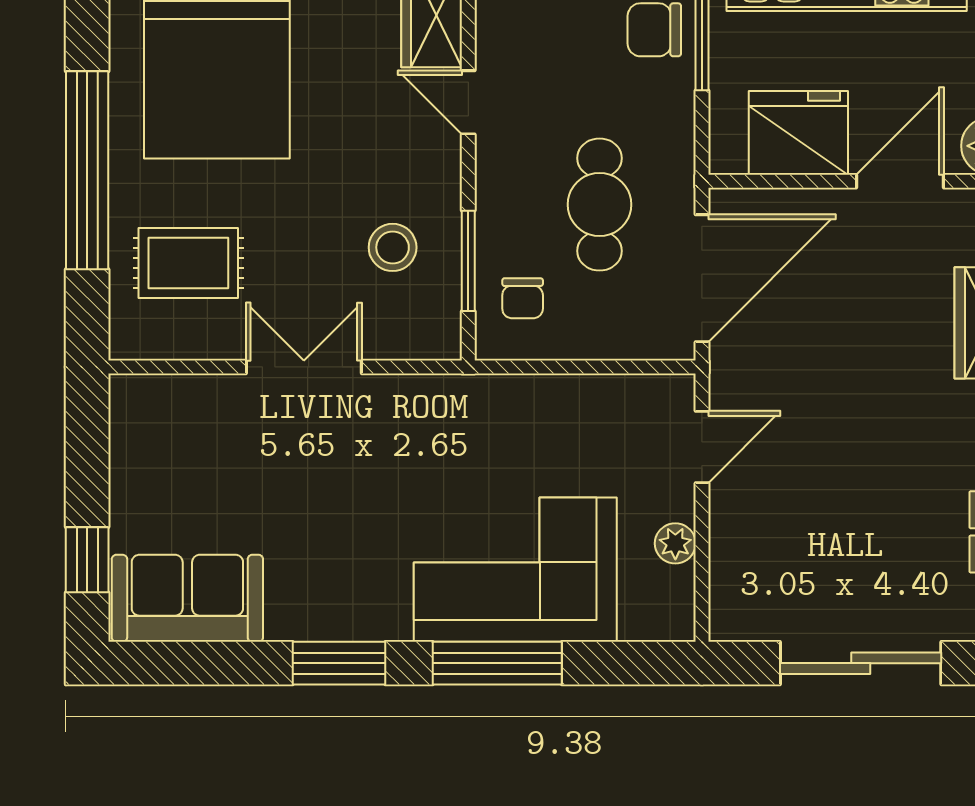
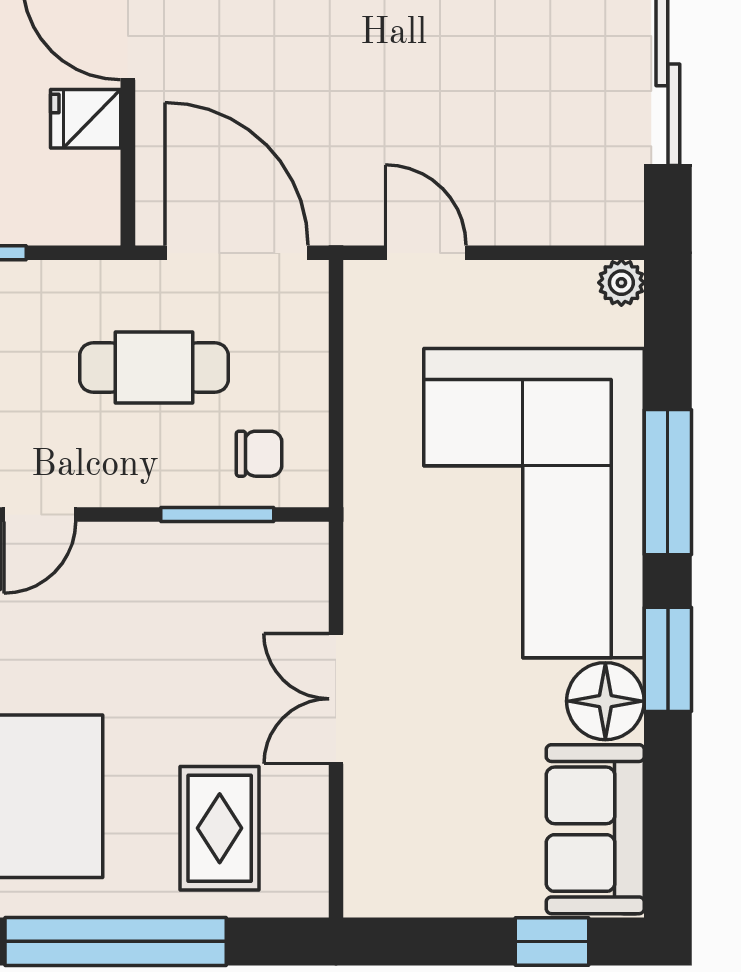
fridge: (798, 133) -> (86, 119), width x0.53, depth x0.75
stool: (393, 247) -> (202, 599), removed
plant: (675, 543) -> (621, 283), moved
corner sofa: (515, 570) -> (534, 503), width x1.36, depth x1.36
floor lamp: (302, 607) -> (605, 701), added

